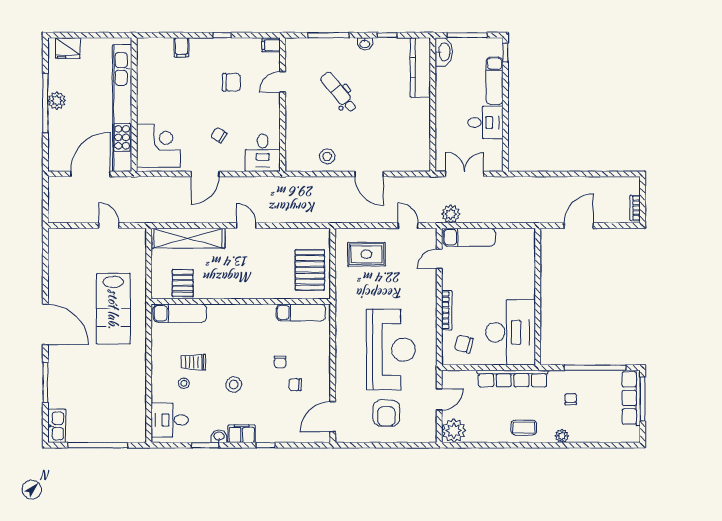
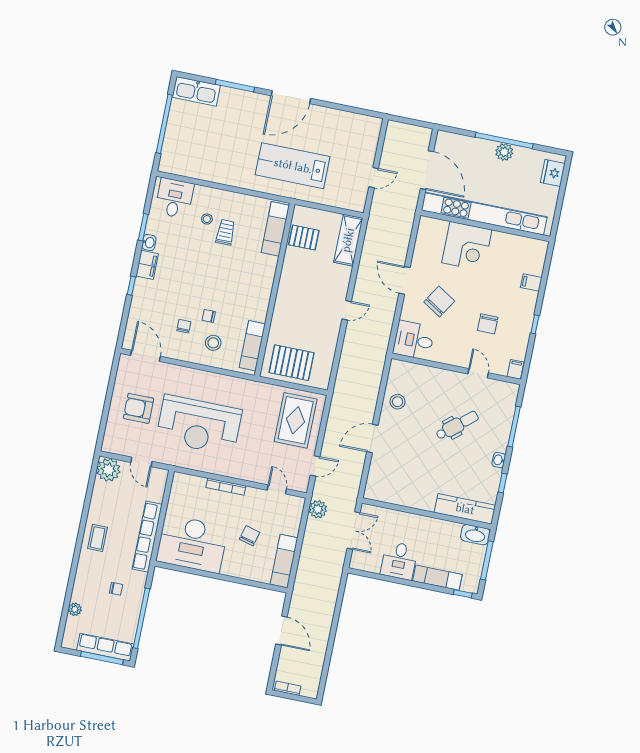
chair: (219, 135) -> (439, 301), width x1.87, depth x1.87
corner desk: (158, 146) -> (467, 246), moved
exam couch: (469, 237) -> (284, 561), moved
shelving: (188, 238) -> (348, 240), width x0.68
rug: (366, 254) -> (296, 420), width x1.36, depth x1.43
chair: (464, 344) -> (250, 536), moved
stool: (234, 385) -> (213, 343), moved
kitchen sink: (57, 426) -> (196, 91), width x1.36, depth x1.24
plant: (562, 436) -> (75, 609), moved

